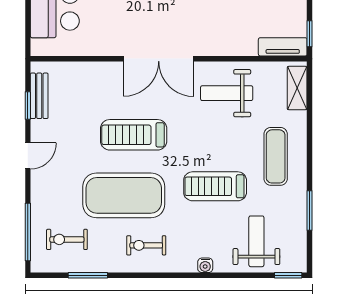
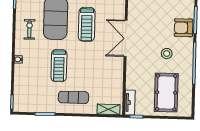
weight bench: (227, 93) -> (107, 73), removed
treadmill: (134, 135) -> (87, 24), turned 180
treadmill: (215, 186) -> (59, 66), turned 180
weight bench: (256, 241) -> (30, 86), removed

